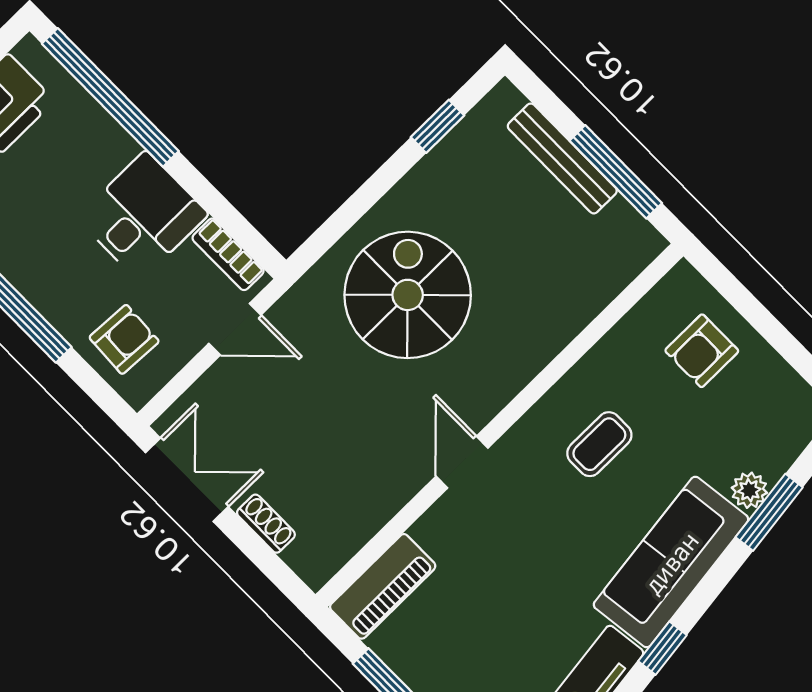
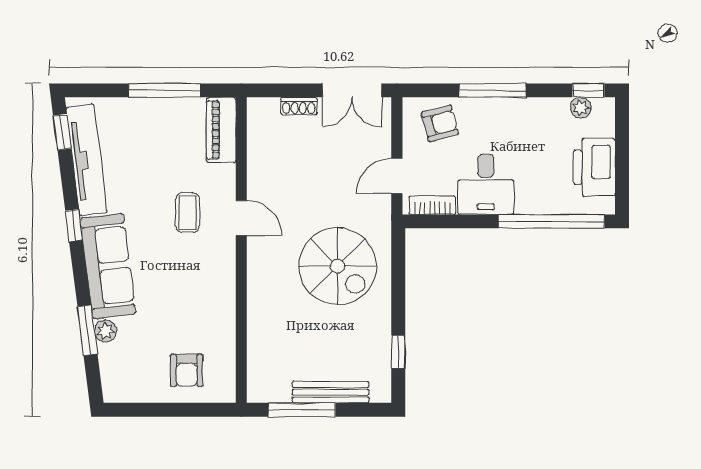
armchair: (124, 339) -> (440, 123), turned -108
armchair: (702, 351) -> (187, 370), turned 180
coffee table: (599, 444) -> (187, 213), moved

